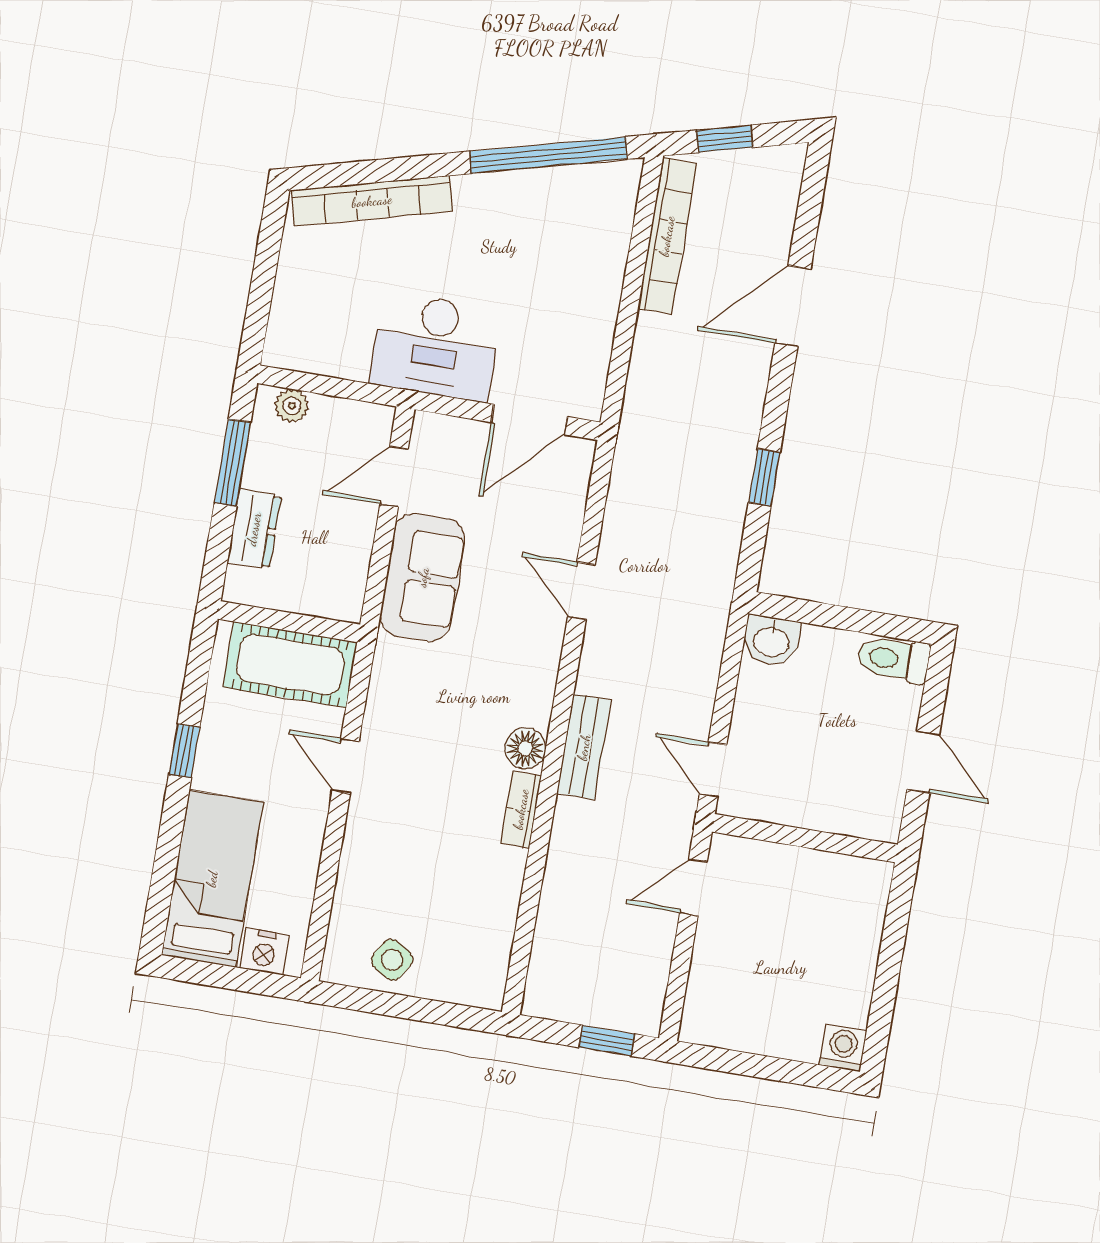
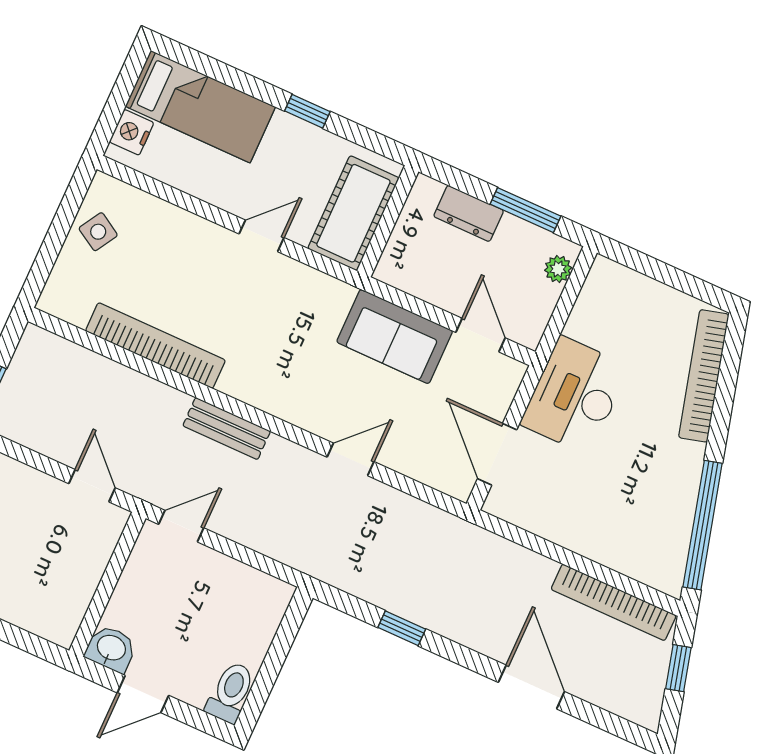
washbasin: (771, 641) -> (111, 649), moved, turned 90
floor lamp: (525, 748) -> (238, 382), removed
bookcase: (521, 809) -> (155, 346), width x2.31, depth x1.31

